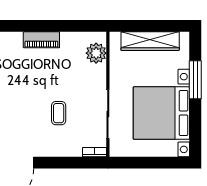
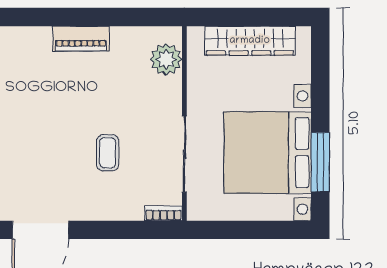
window: (195, 80) -> (320, 162), moved

